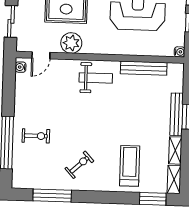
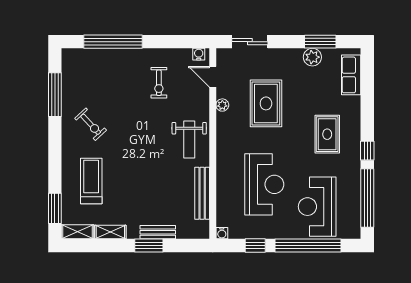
plant: (71, 43) -> (222, 105), width x0.53, depth x0.53
bench: (177, 114) -> (158, 232), width x0.73
exercise bike: (36, 136) -> (159, 83), moved
treadmill: (130, 166) -> (91, 181), turned -90

